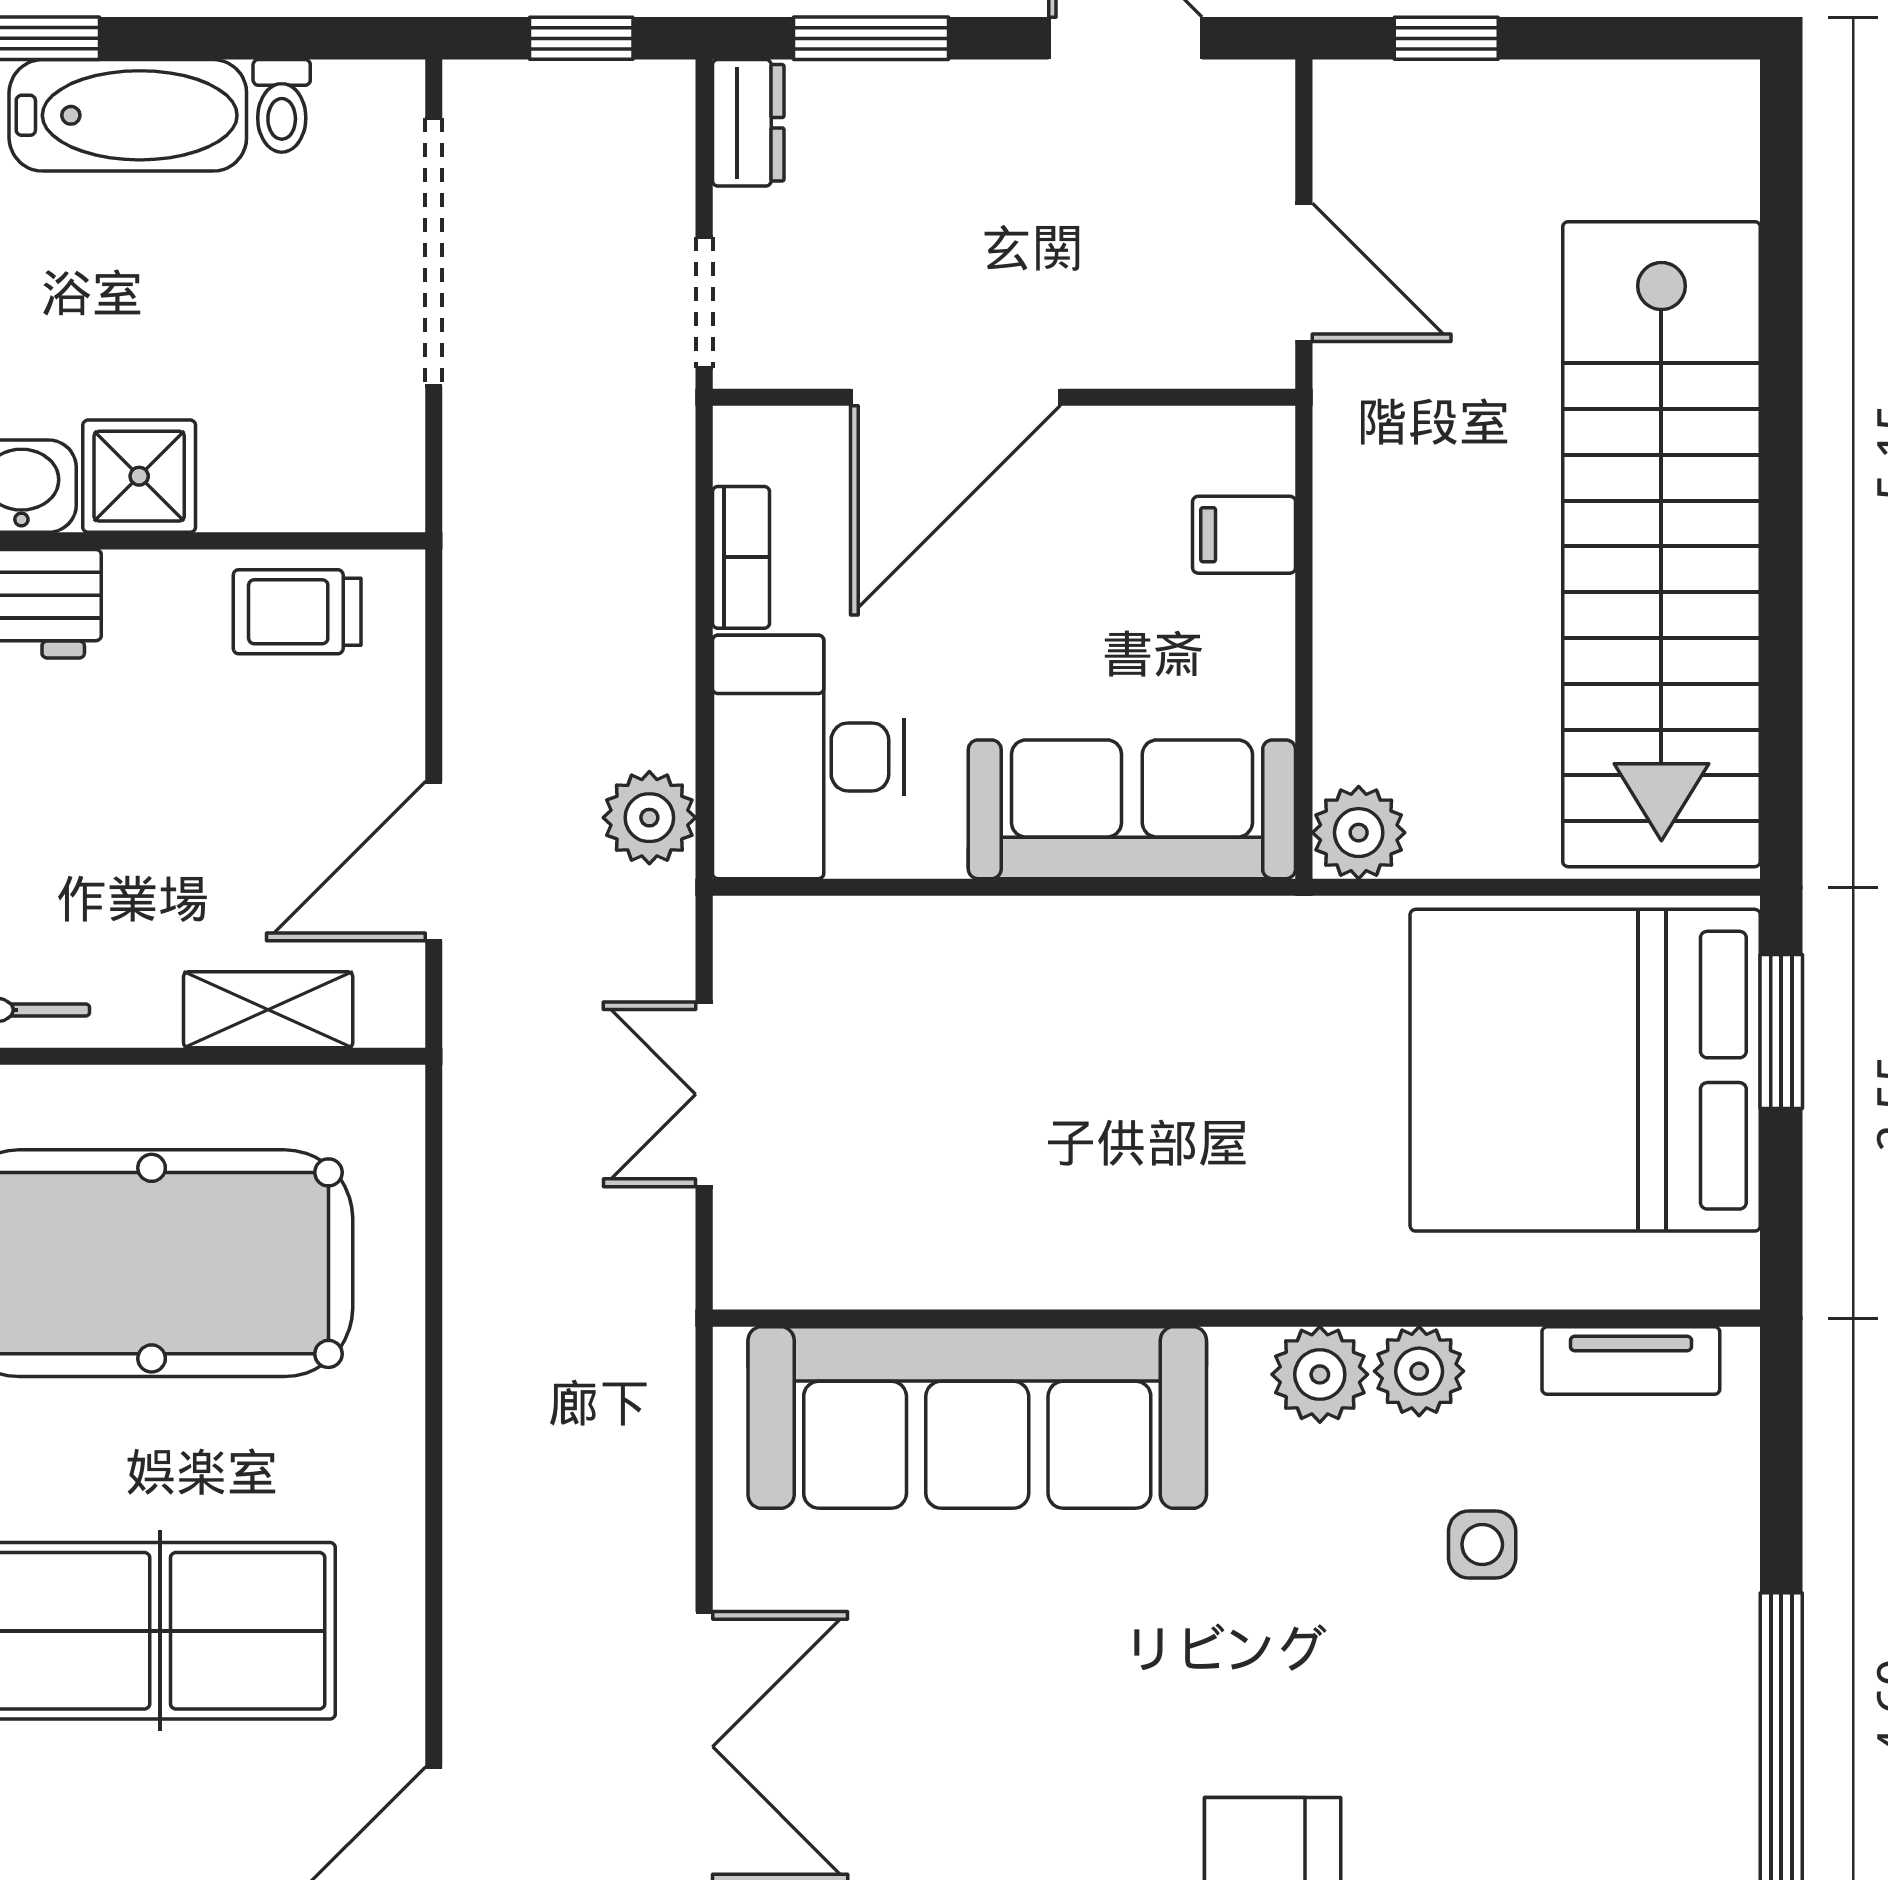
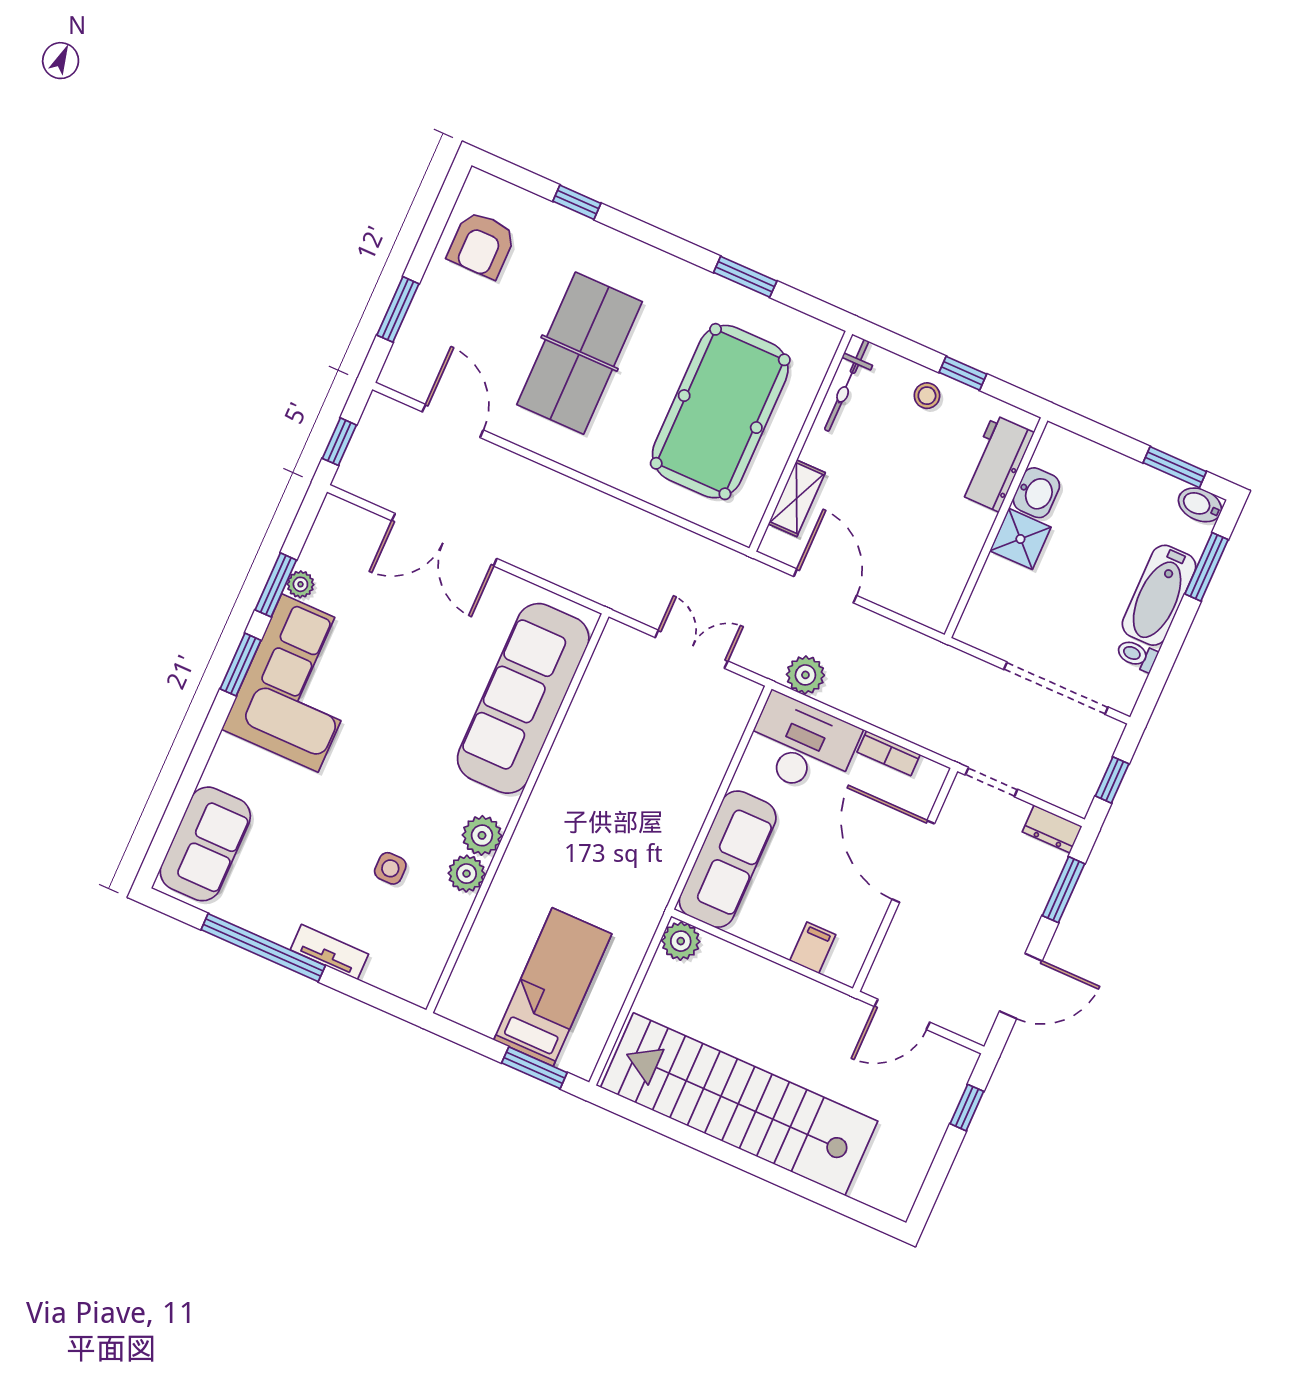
trolley: (297, 612) -> (943, 576), removed
bed: (1585, 1070) -> (553, 987), width x0.49
tv unit: (1631, 1360) -> (329, 952), moved, turned 90

